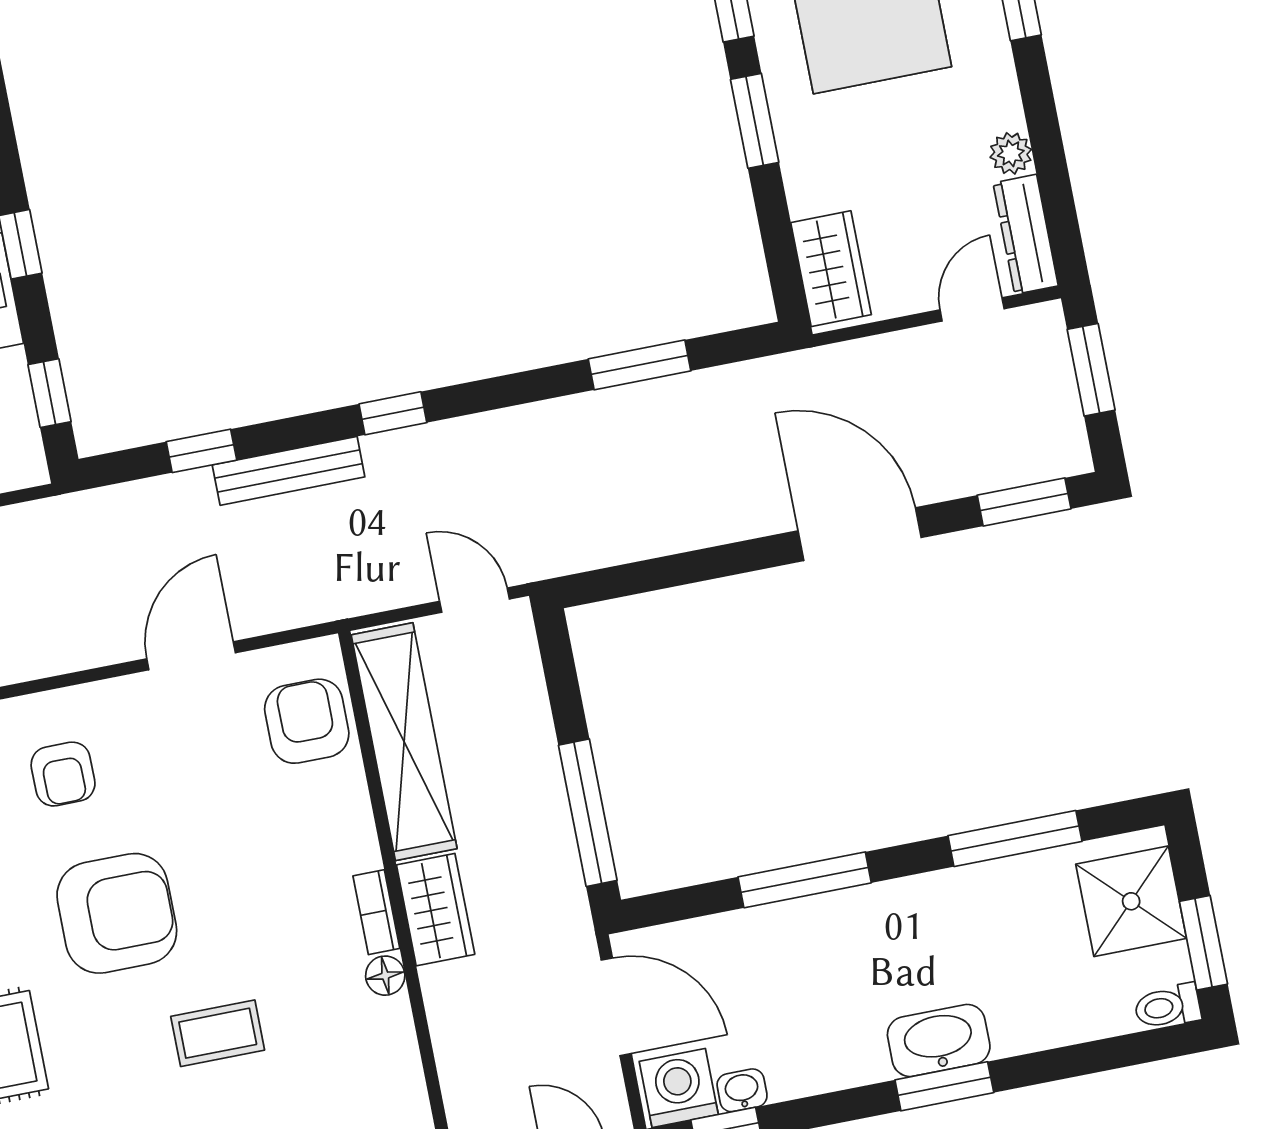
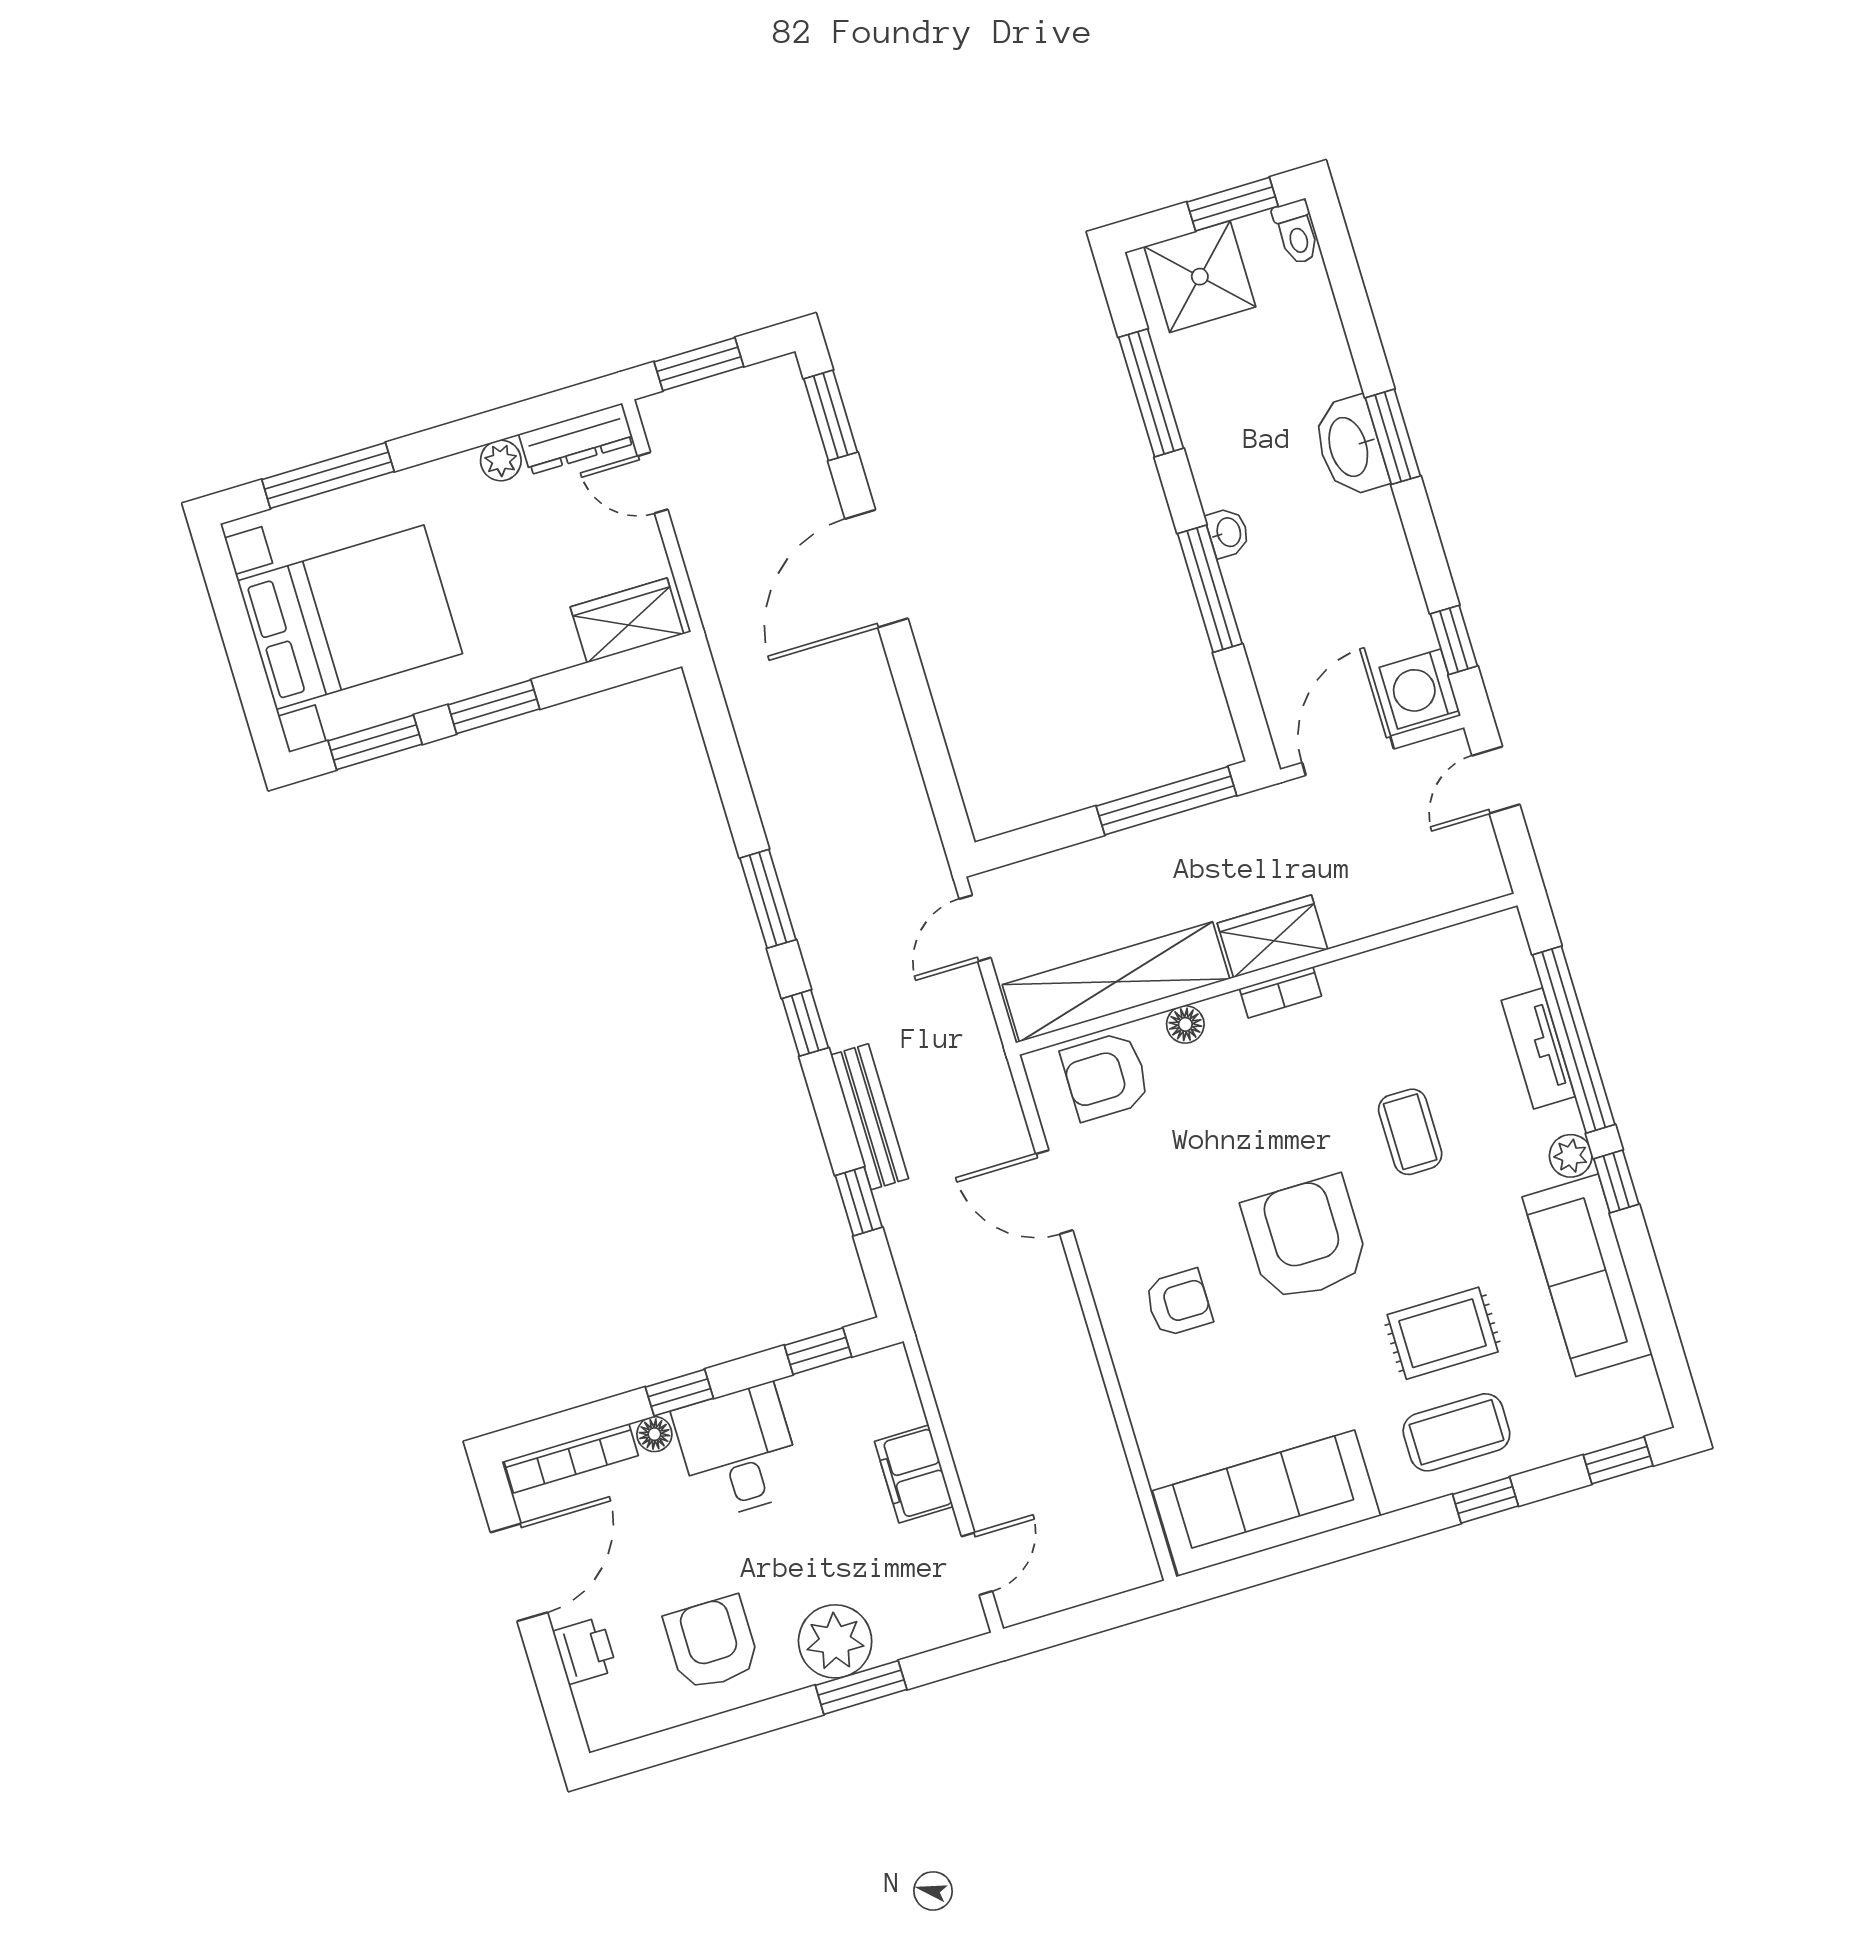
window: (640, 365) -> (768, 899), moved
floor lamp: (385, 976) -> (1185, 1024), moved
washbasin: (742, 1090) -> (1228, 532), moved, turned 180

